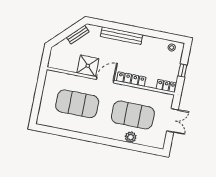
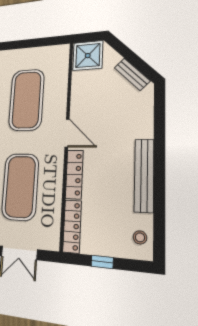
bench: (122, 36) -> (144, 175), moved
shower: (88, 66) -> (88, 56), moved
locker: (166, 86) -> (72, 226), width x1.53

